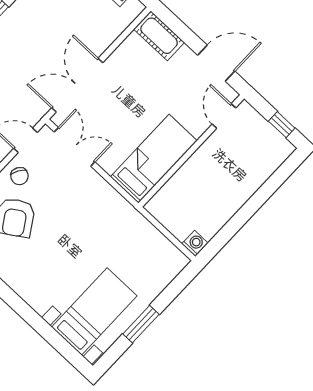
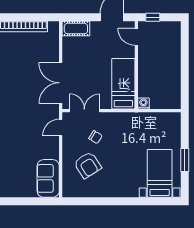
window: (282, 125) -> (153, 17), moved
chair: (19, 176) -> (95, 137), moved
washing machine: (195, 243) -> (143, 103), moved

